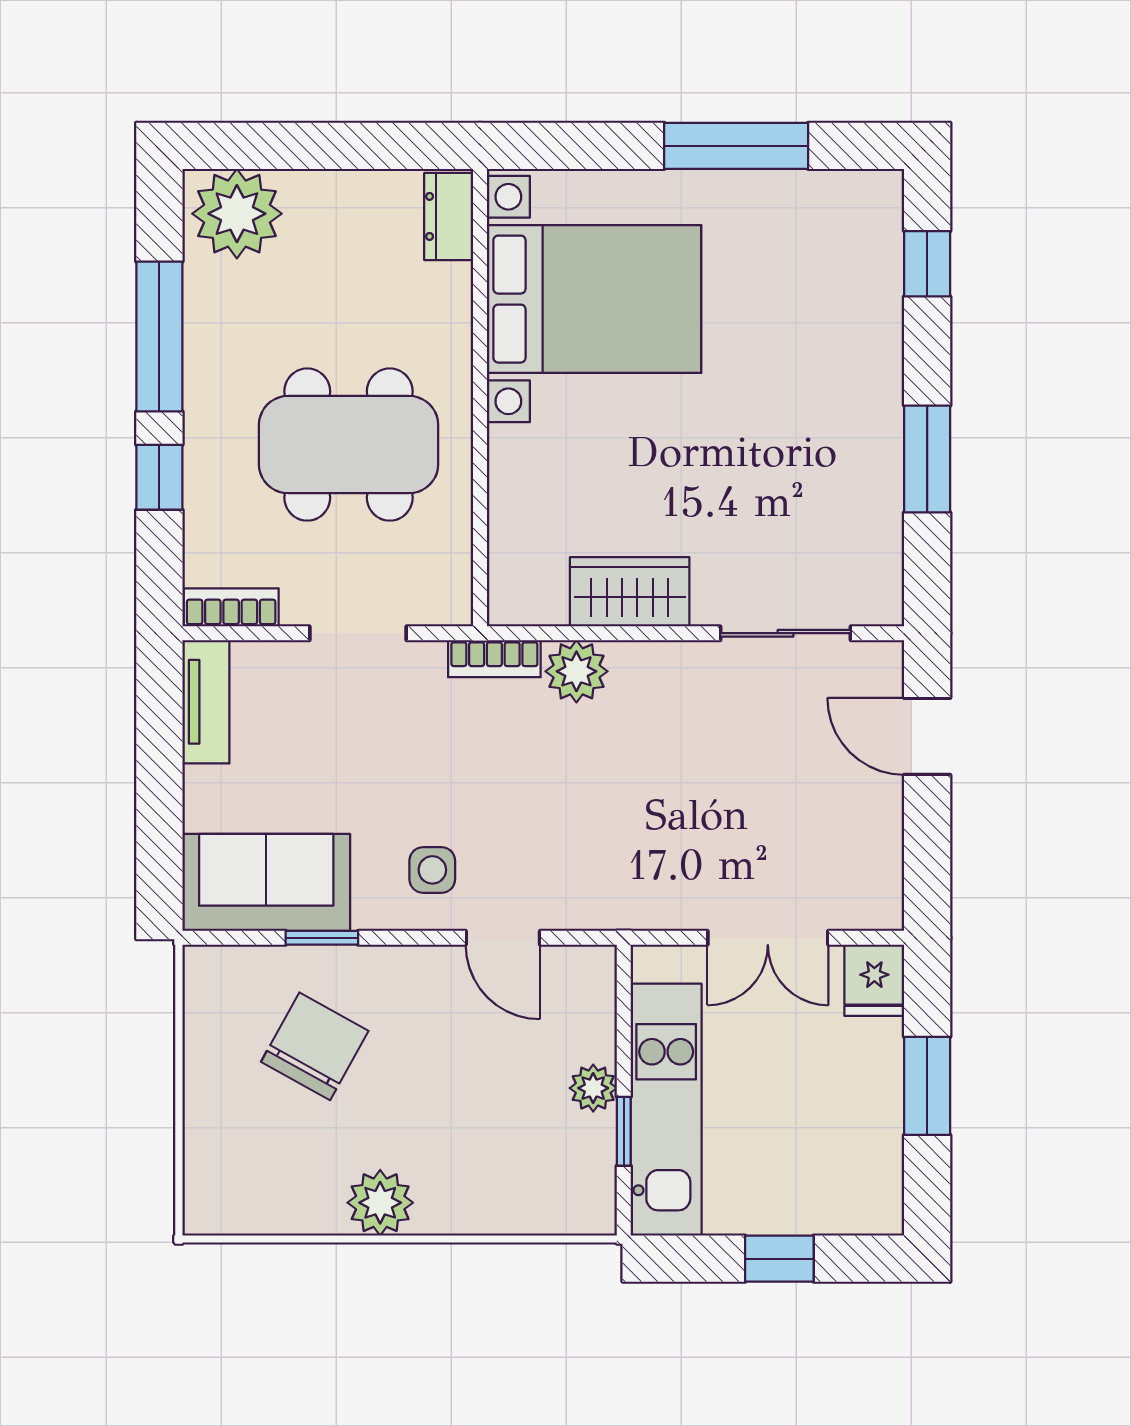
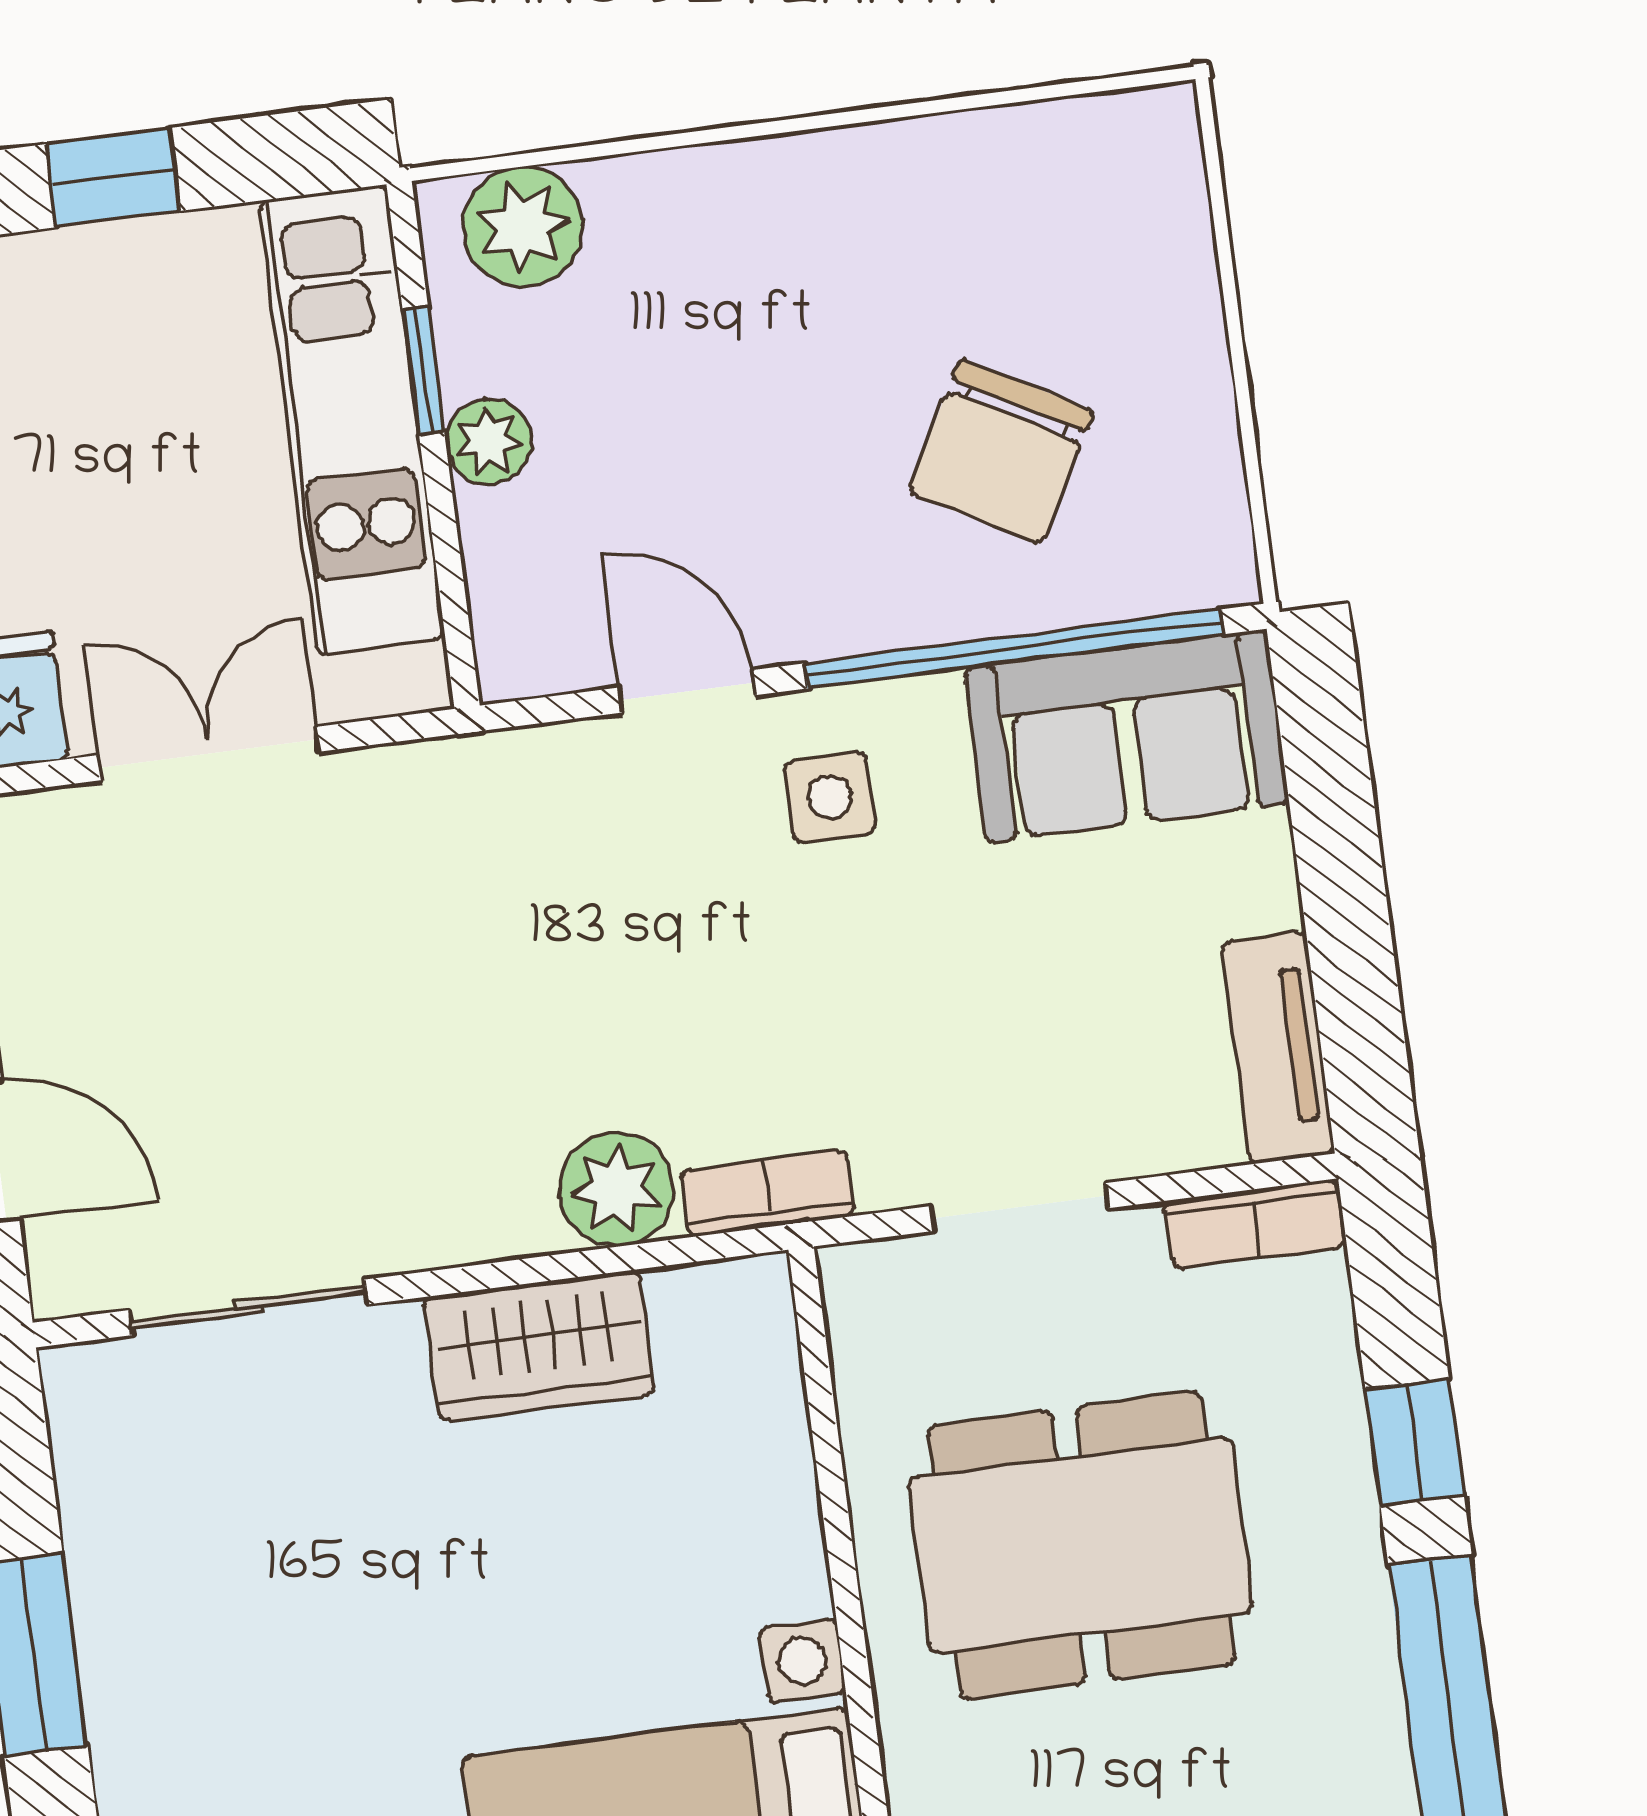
window: (322, 938) -> (1013, 649), width x3.17
plant: (380, 1203) -> (523, 227), moved

